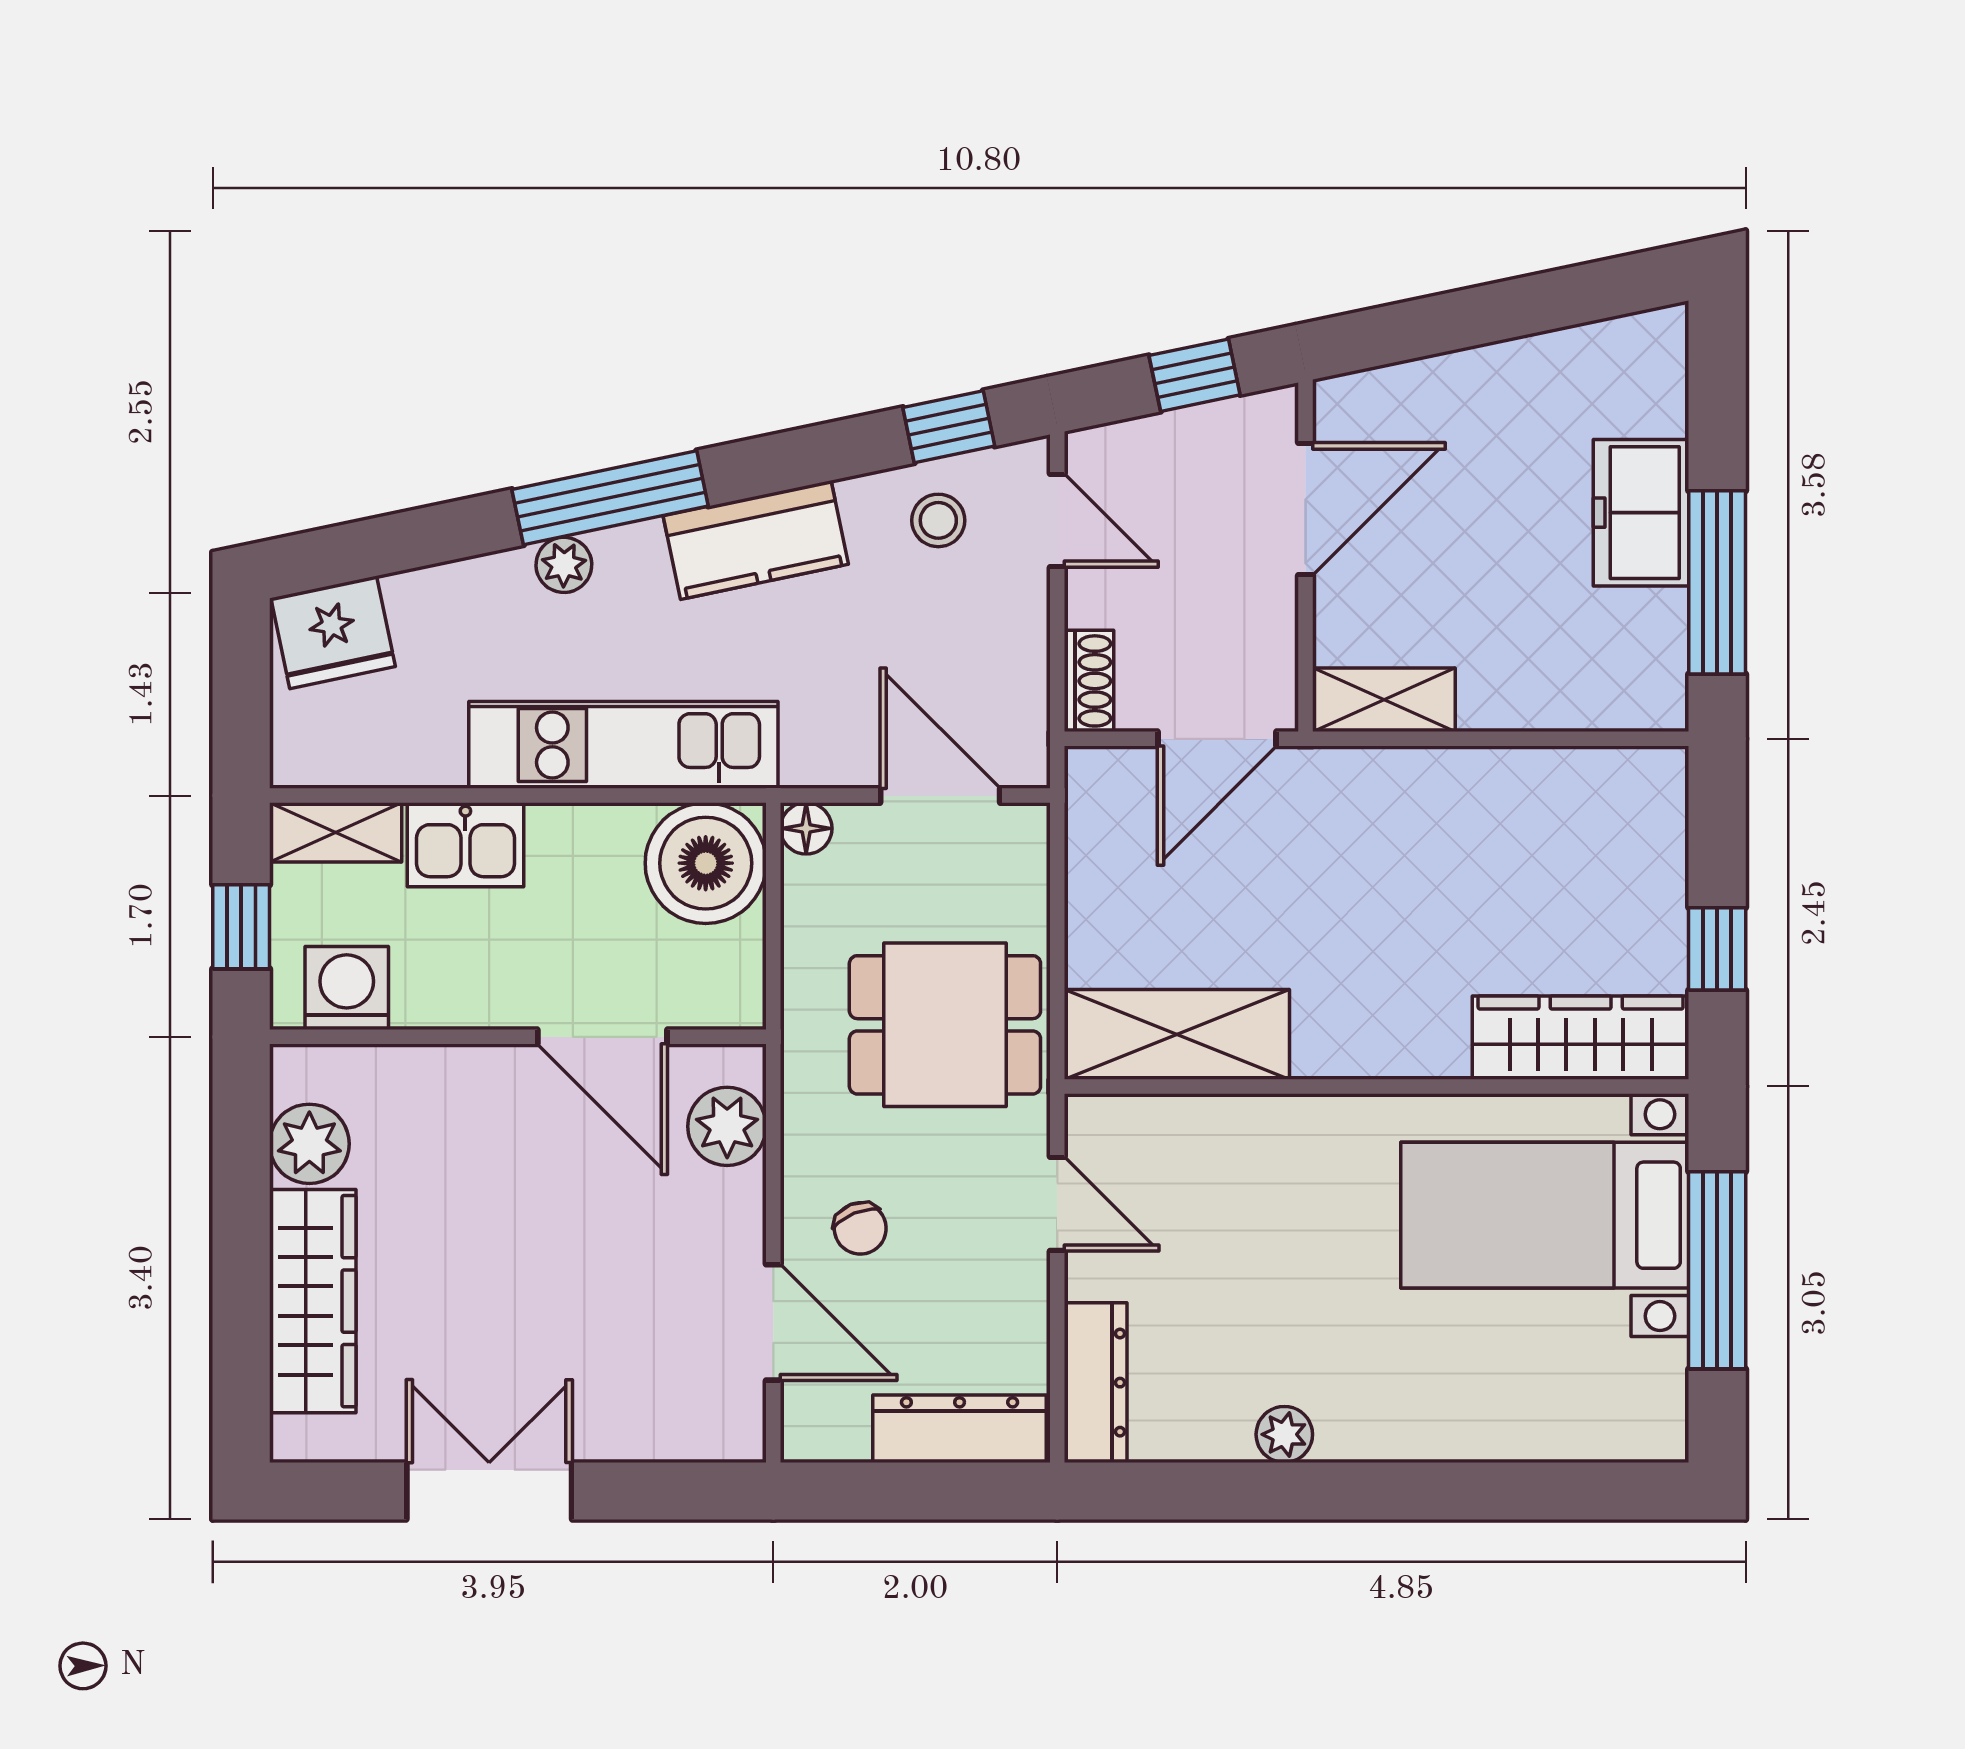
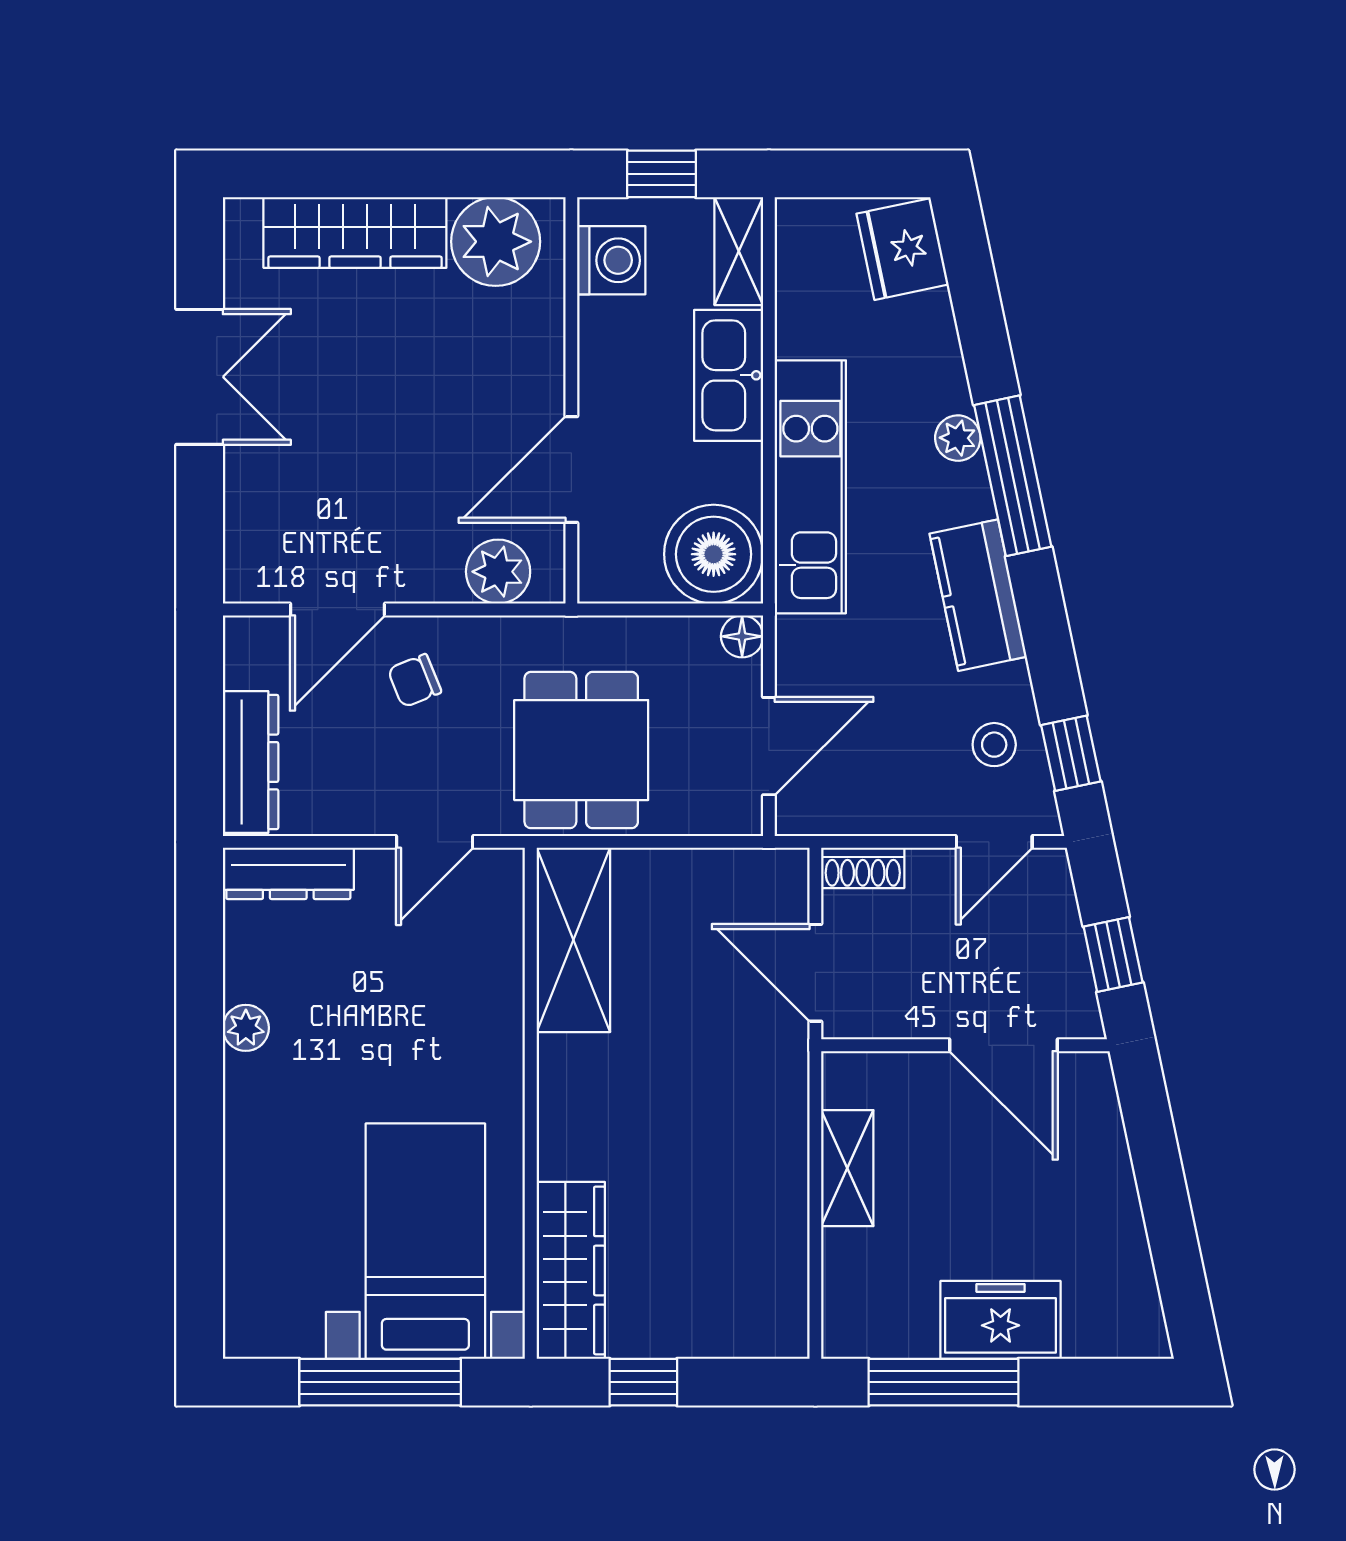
shelving: (1384, 700) -> (847, 1168), moved
kitchen sink: (465, 845) -> (729, 375), width x1.38
plant: (309, 1144) -> (496, 242), width x1.36, depth x1.36

